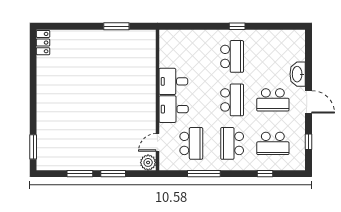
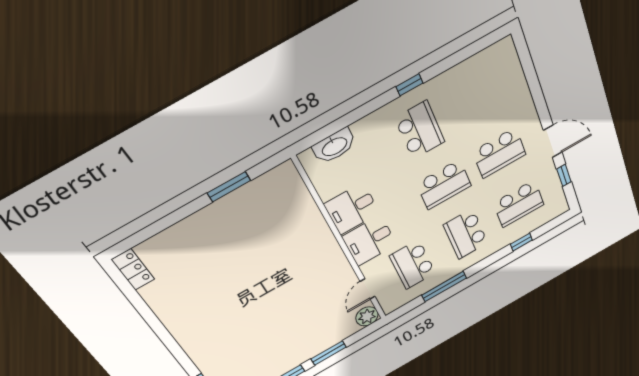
washbasin: (298, 74) -> (334, 146), moved, turned -90
school desk: (232, 100) -> (444, 184), turned 90
door: (308, 102) -> (553, 141), moved
school desk: (191, 143) -> (413, 265), turned 180

